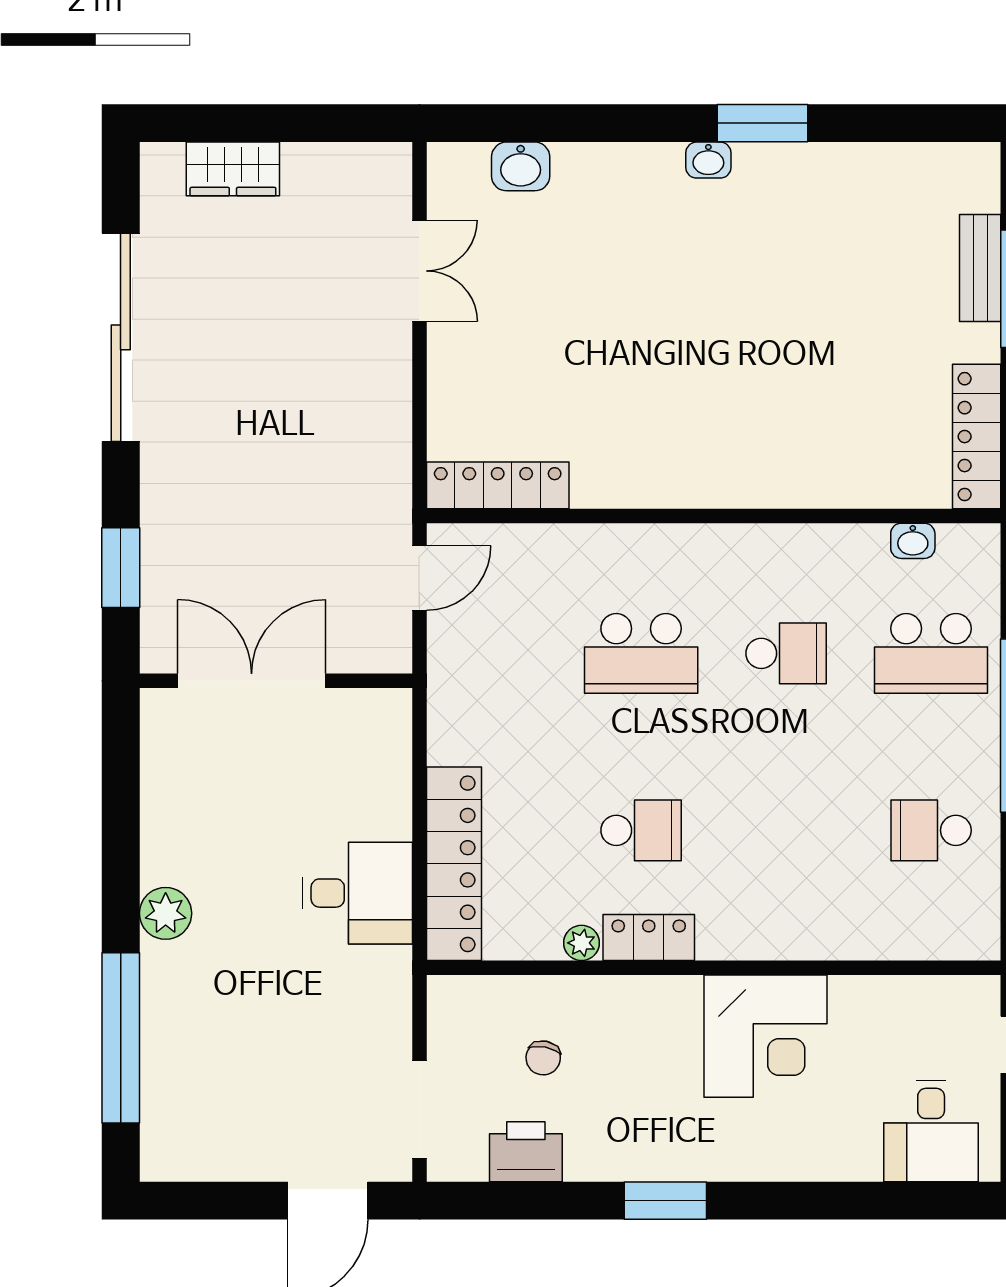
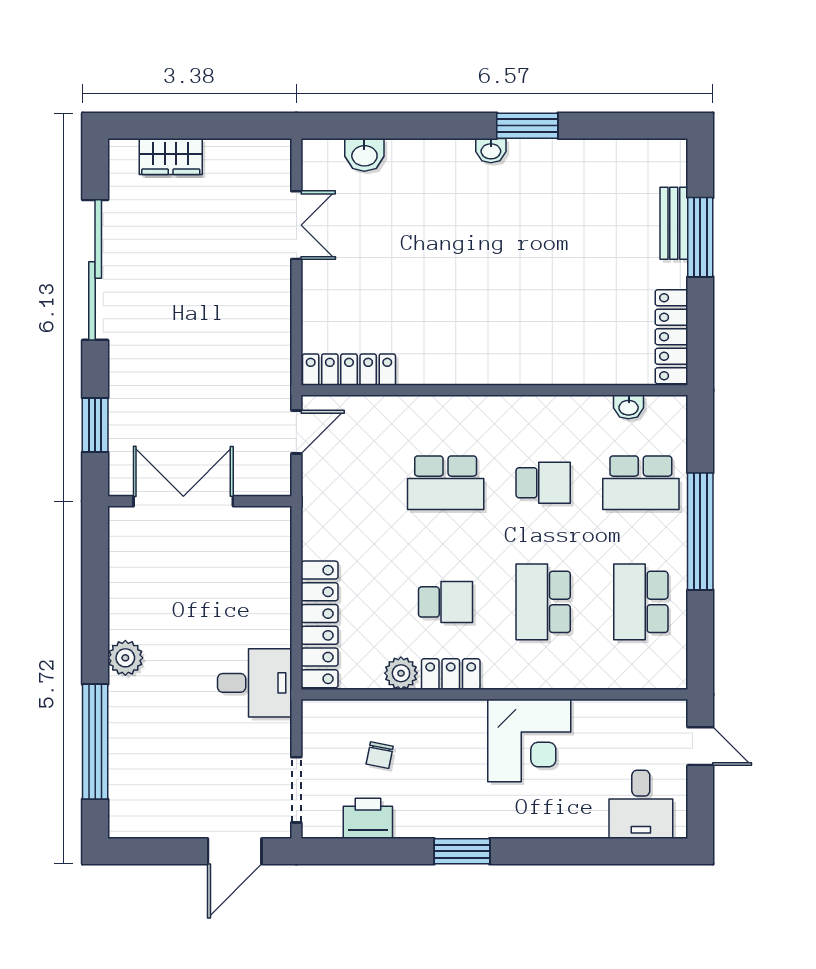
school desk: (786, 830) -> (543, 602), added
school desk: (931, 830) -> (641, 602), width x1.85
desk: (357, 893) -> (255, 683), moved
plant: (582, 943) -> (401, 673), width x1.38, depth x1.38

